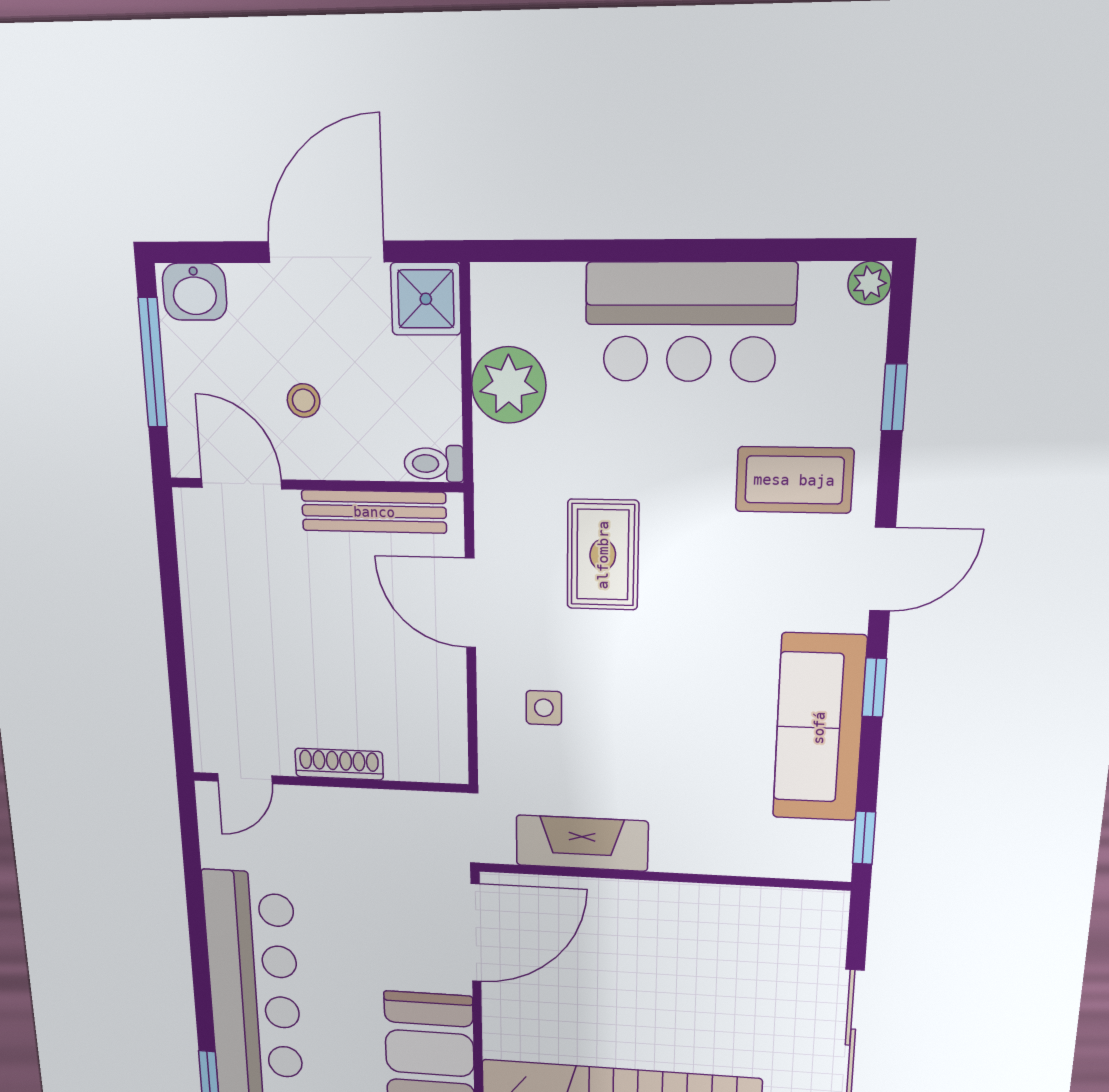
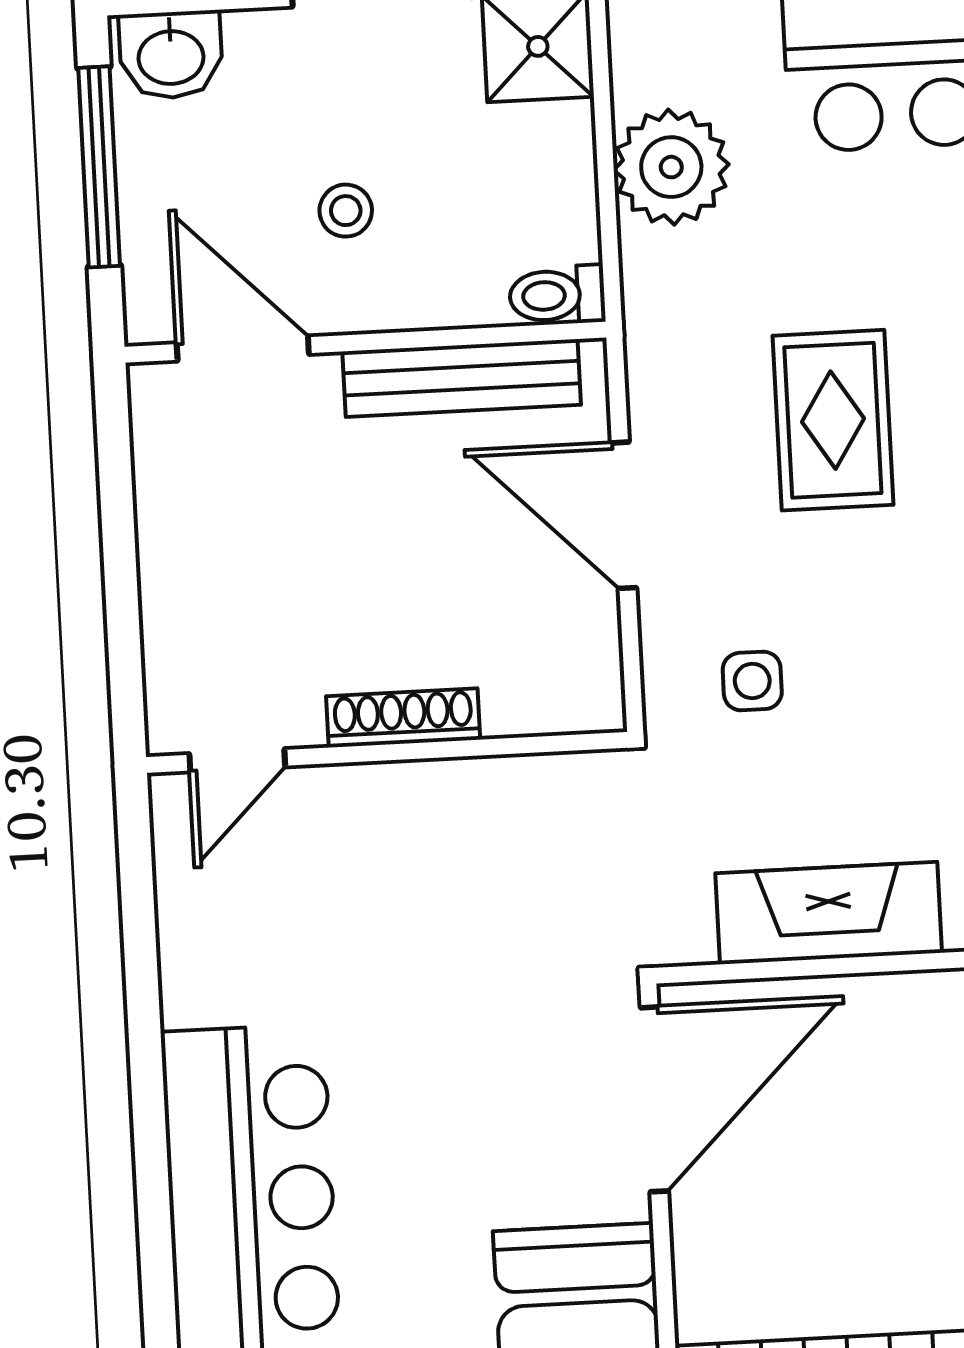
shoe rack: (339, 764) -> (403, 718), moved
door: (245, 779) -> (237, 760), moved
wall: (330, 782) -> (387, 752), moved

